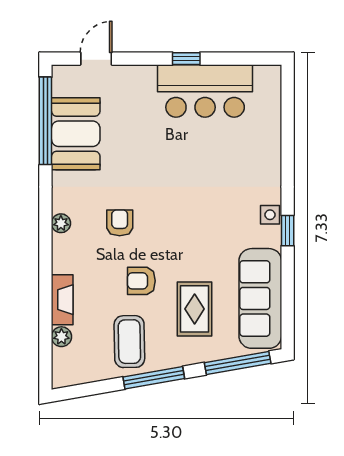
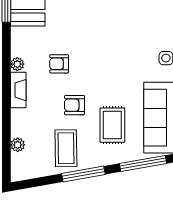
armchair: (120, 223) -> (59, 64), turned -90
fireplace: (62, 300) -> (18, 90), moved

